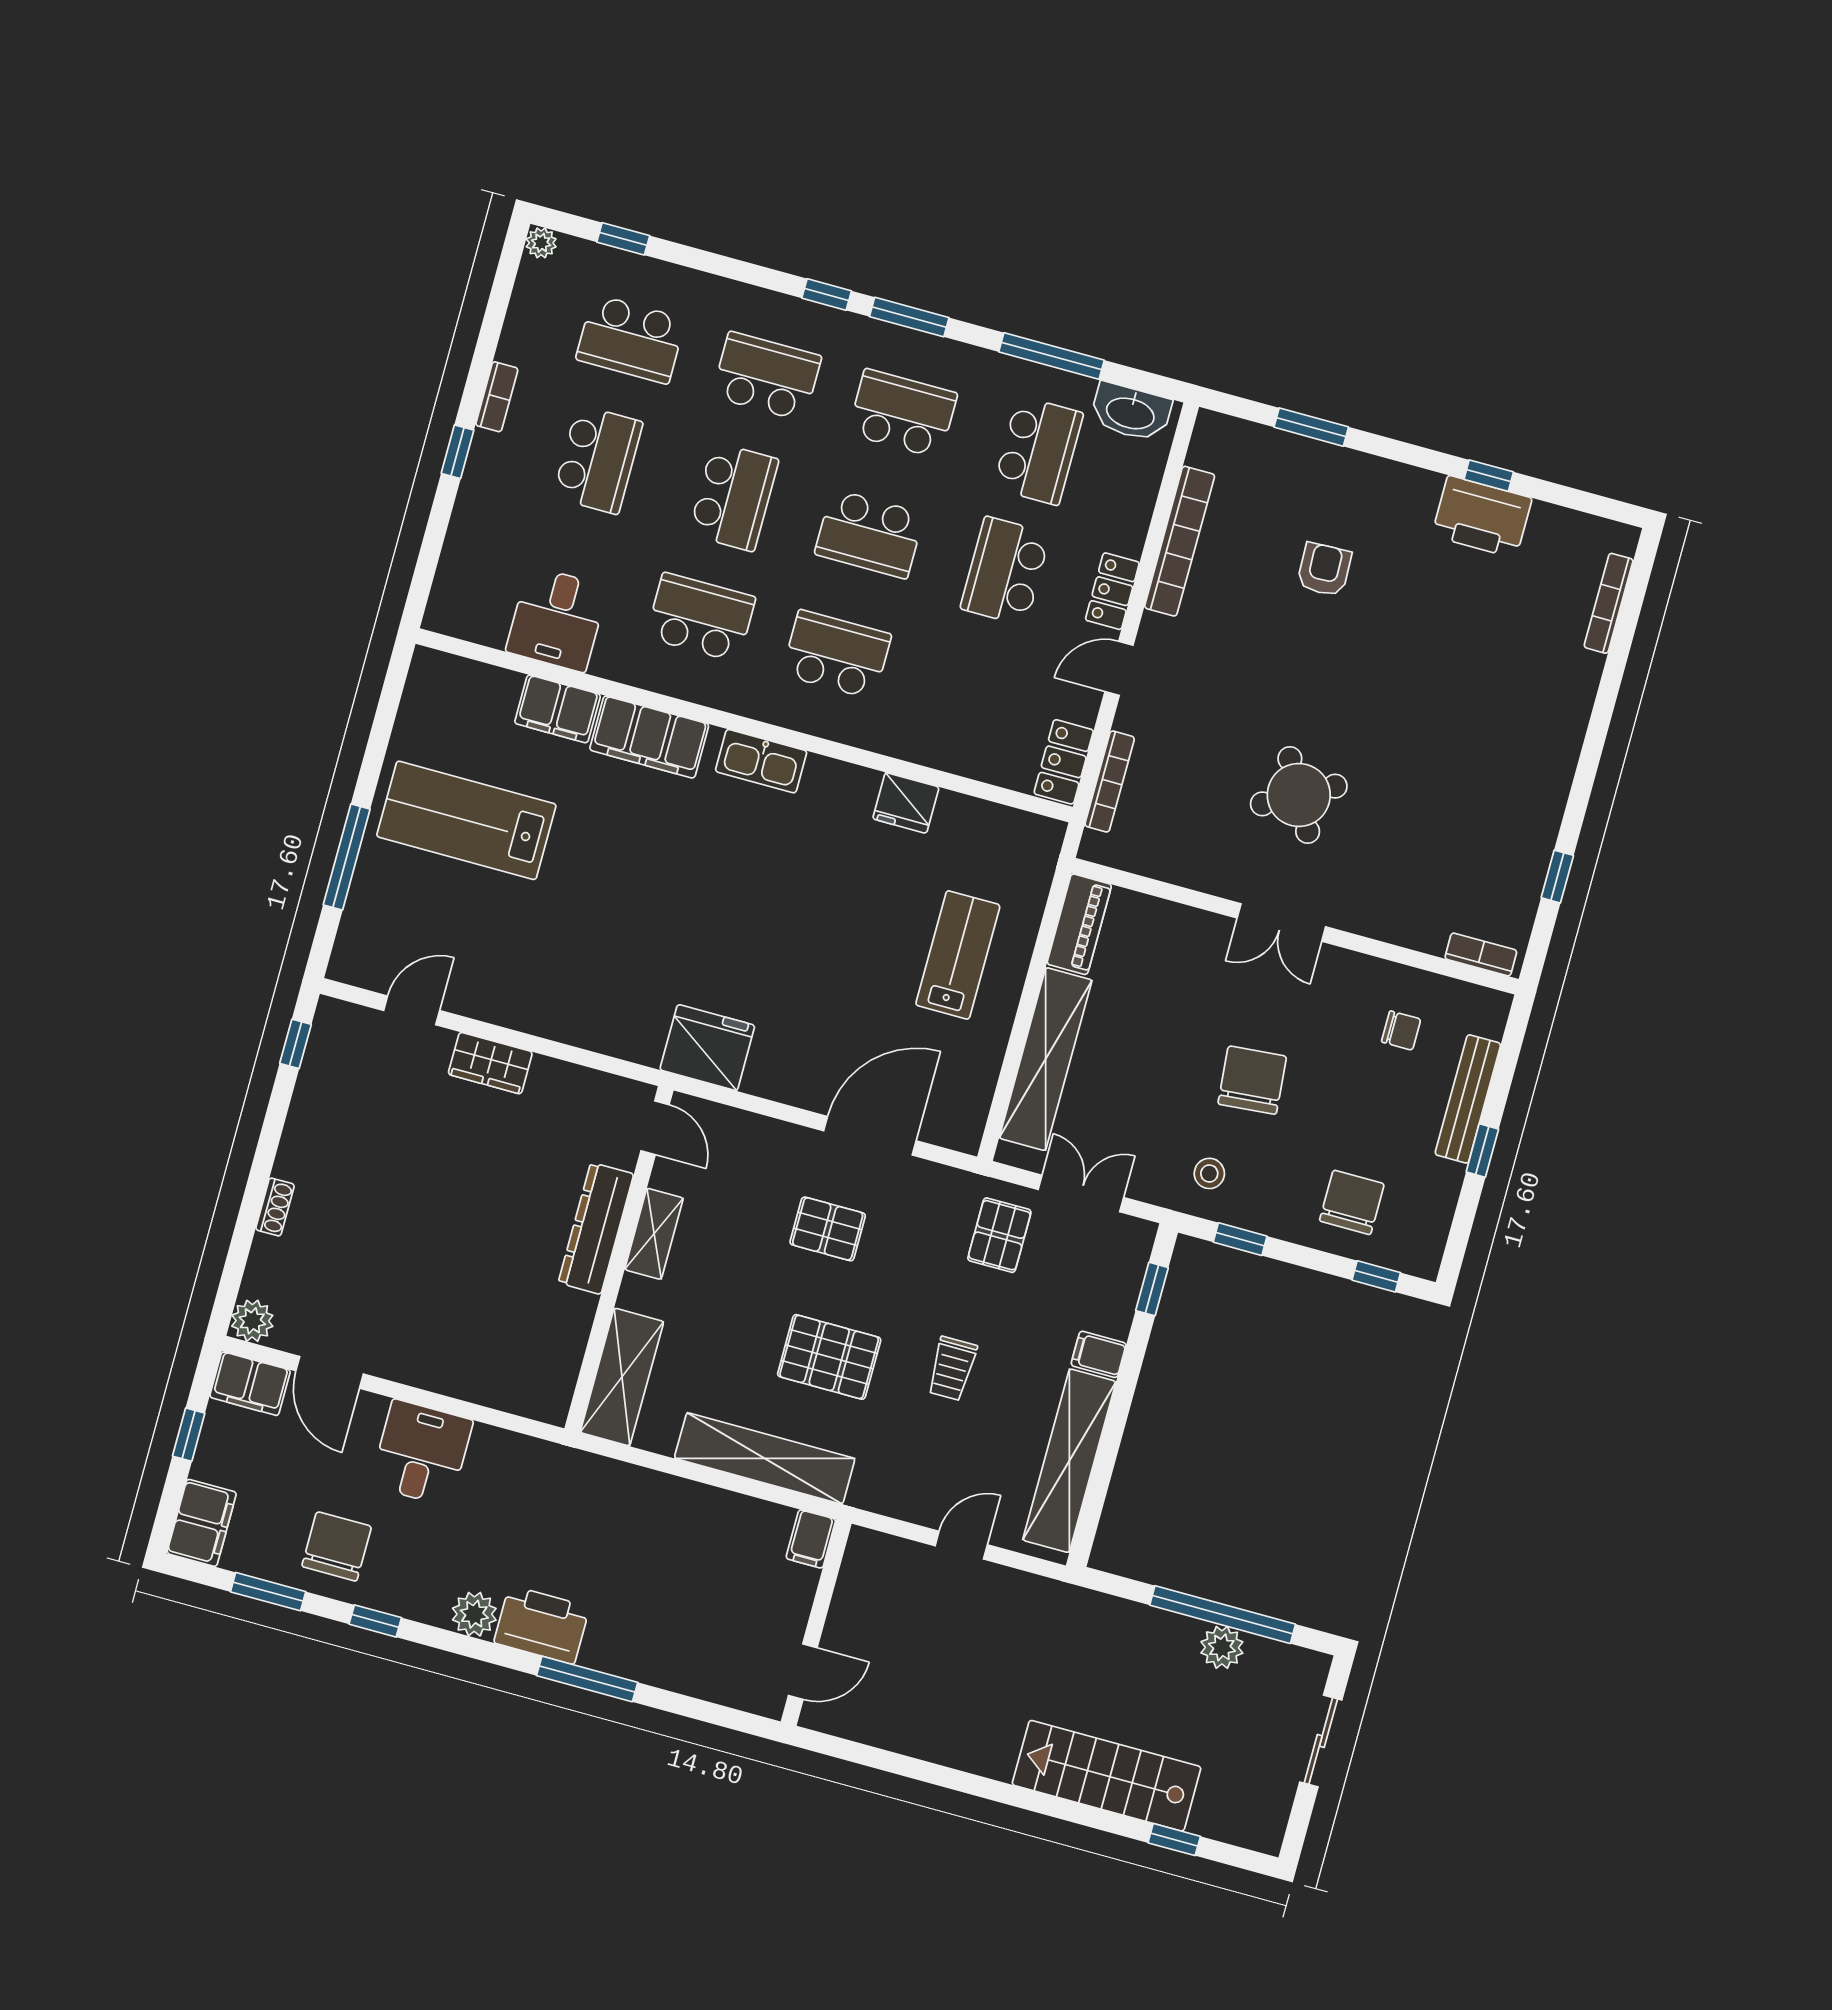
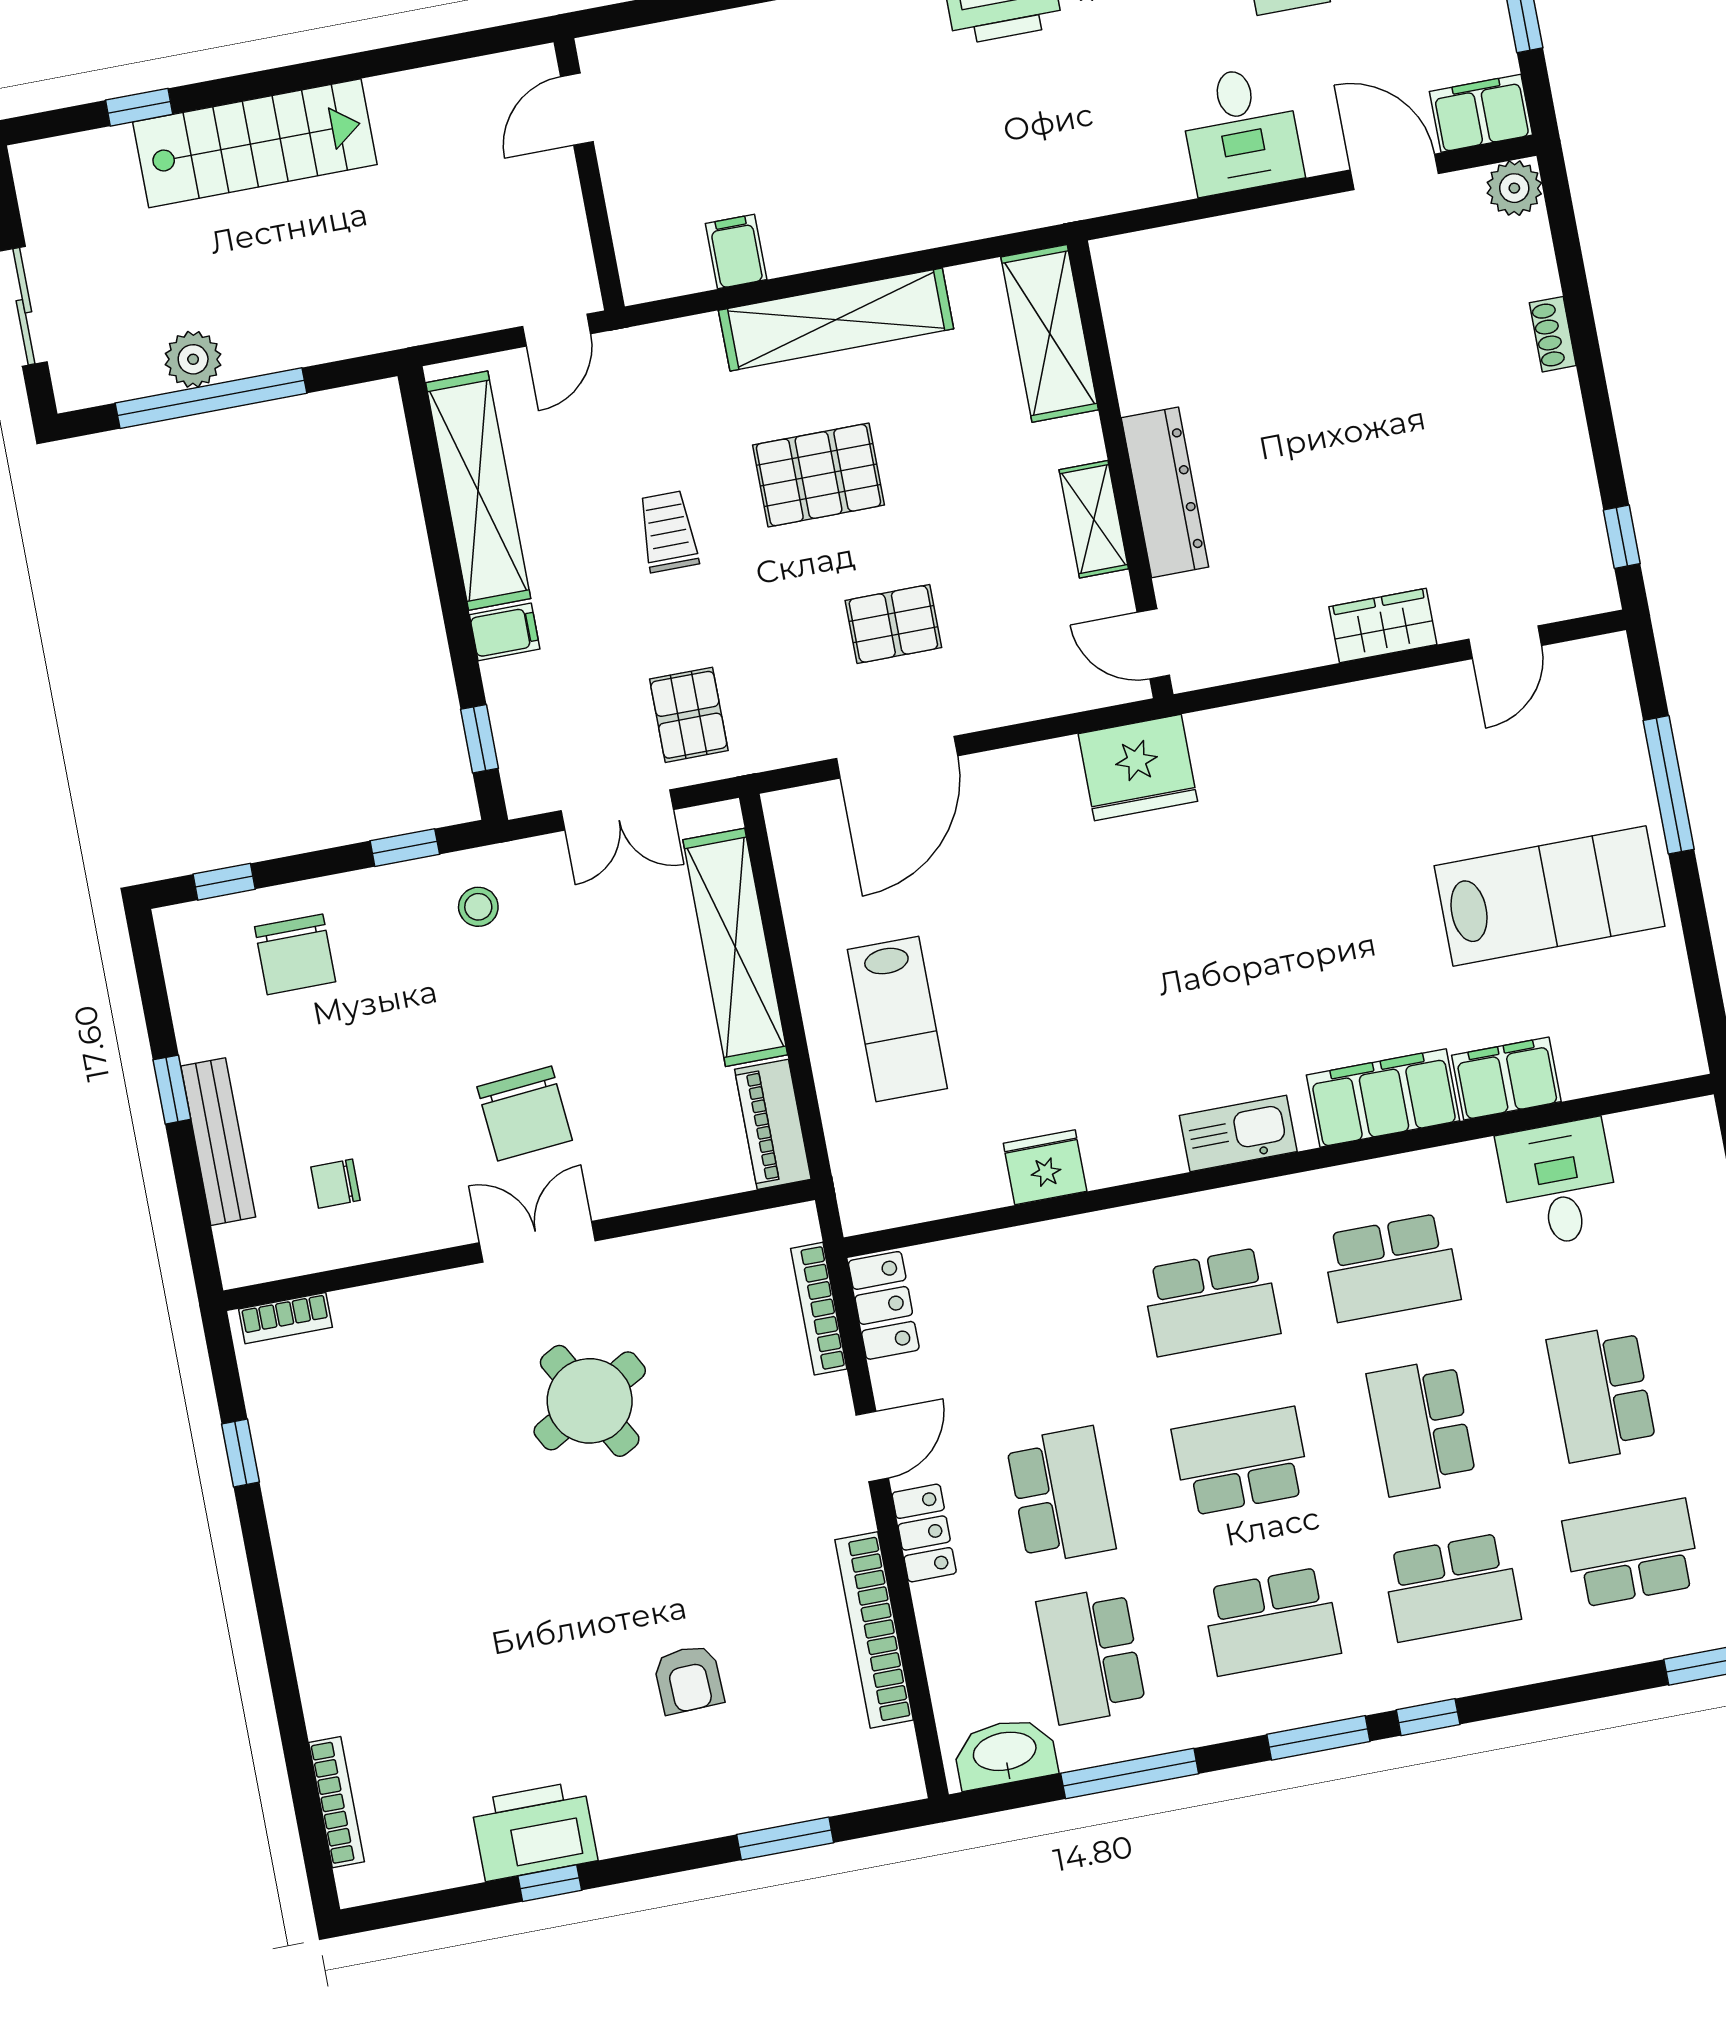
chair: (1252, 1080) -> (525, 1113), moved
wall: (816, 1623) -> (589, 174), moved
door: (803, 1672) -> (577, 109), moved

